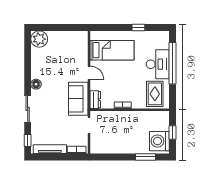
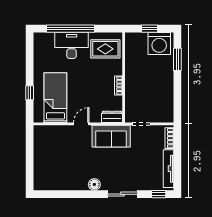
window: (138, 27) -> (30, 93), moved
plant: (39, 39) -> (43, 181), removed

